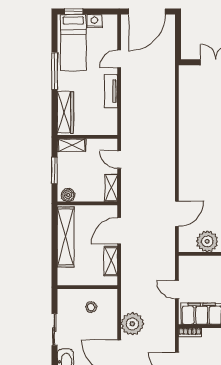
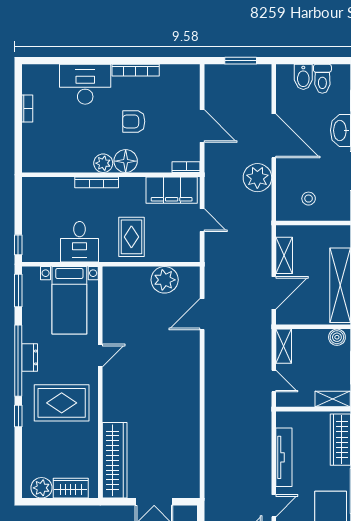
tv unit: (111, 91) -> (284, 457), width x1.41

